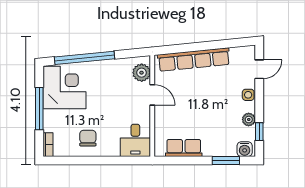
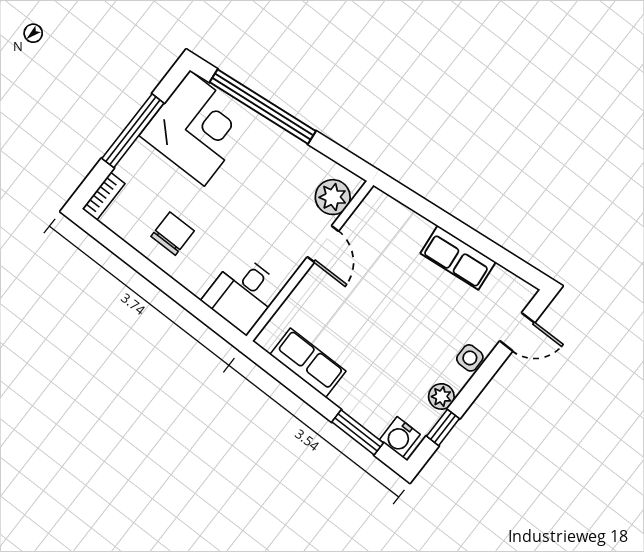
row of seats: (194, 59) -> (458, 258), width x0.50

